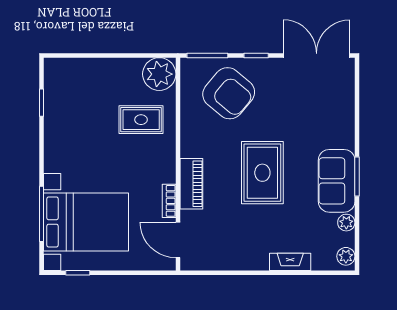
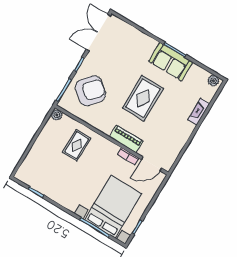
plant: (159, 74) -> (57, 115), width x0.53, depth x0.53
rug: (262, 173) -> (143, 98), turned 90
plant: (346, 223) -> (196, 70), removed

